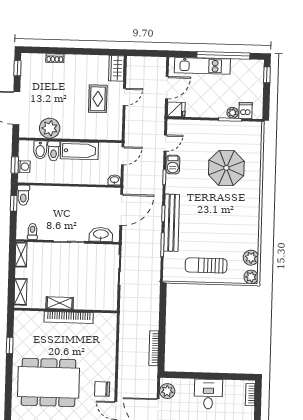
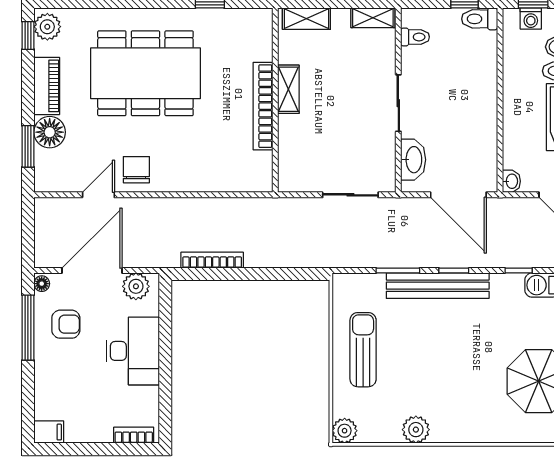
plant: (251, 258) -> (416, 430), moved
dining table: (48, 382) -> (145, 73), turned 90
desk: (208, 394) -> (133, 351), width x1.37

